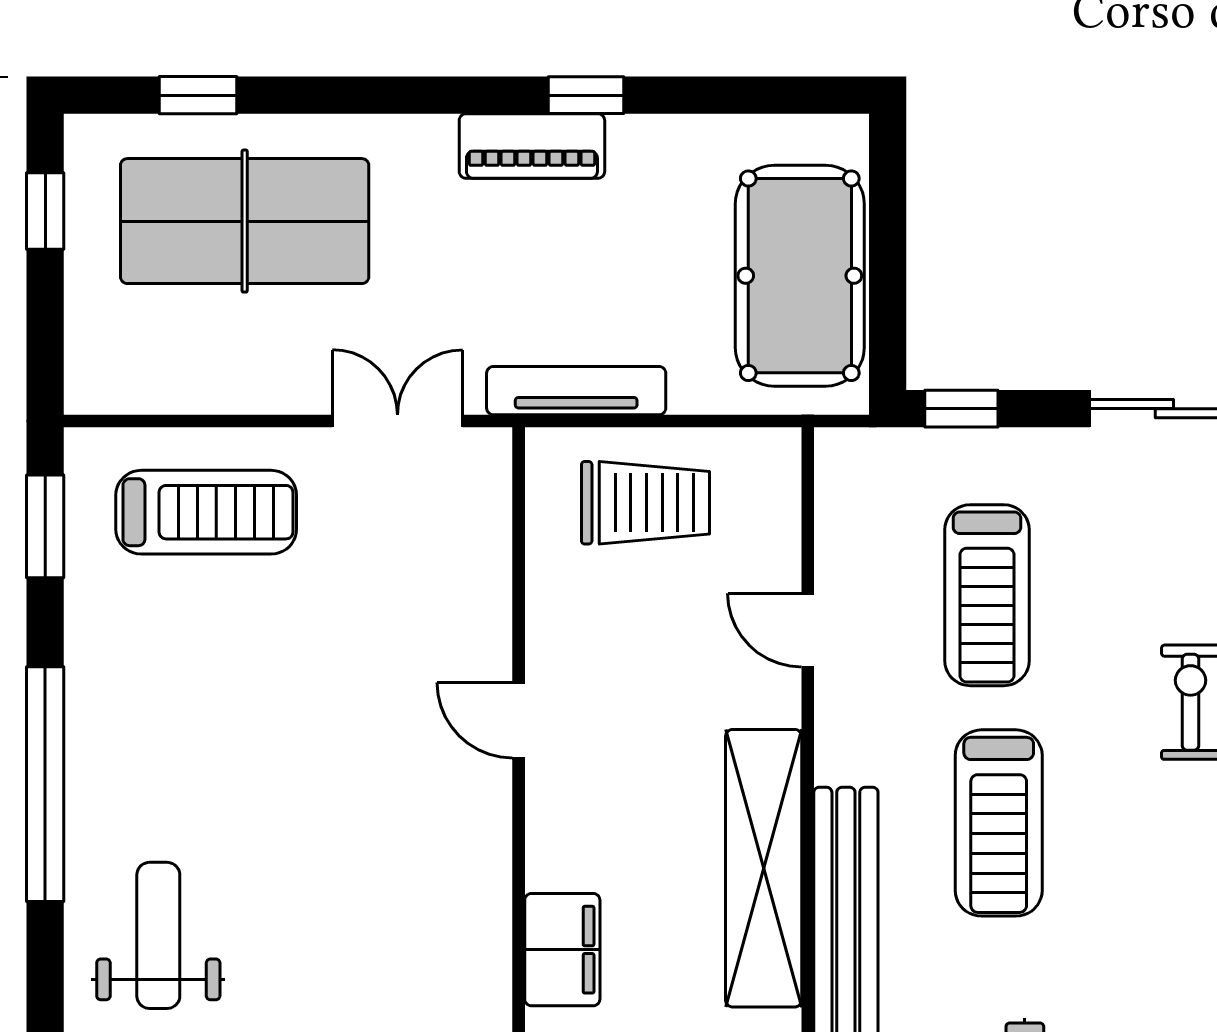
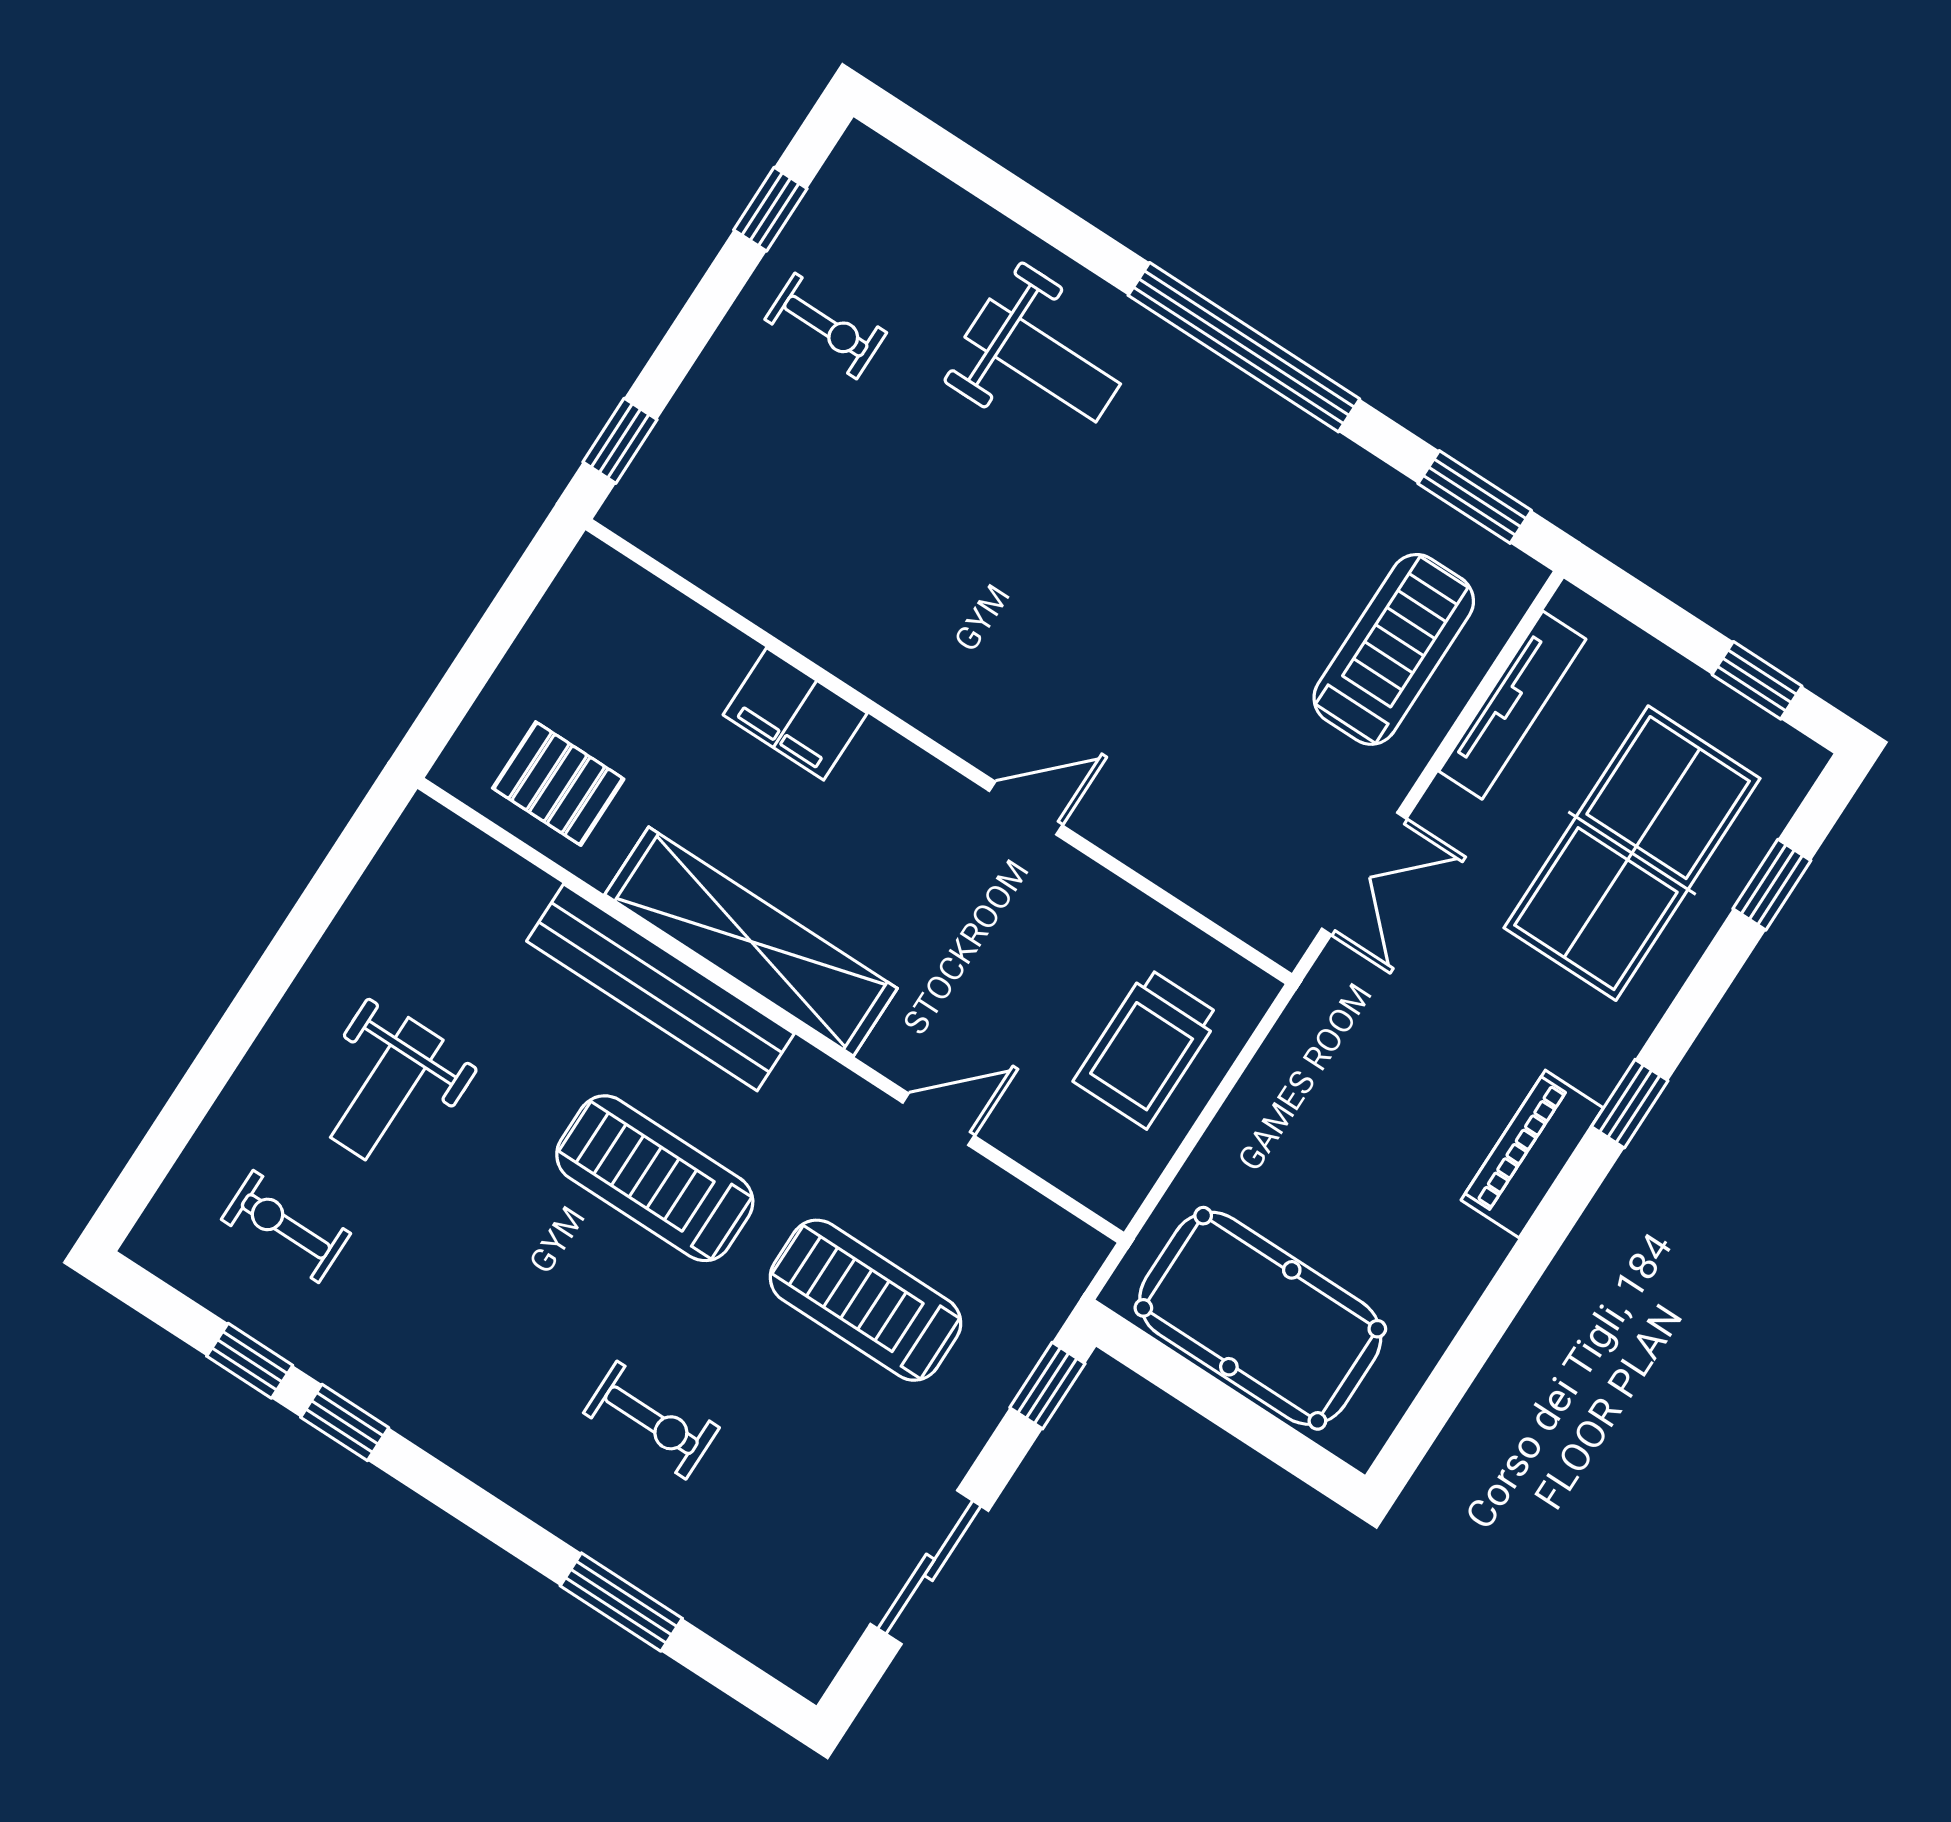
window: (586, 95) -> (1630, 1104), moved
tv unit: (576, 391) -> (1512, 705), moved
treadmill: (206, 512) -> (1394, 649), turned 180

